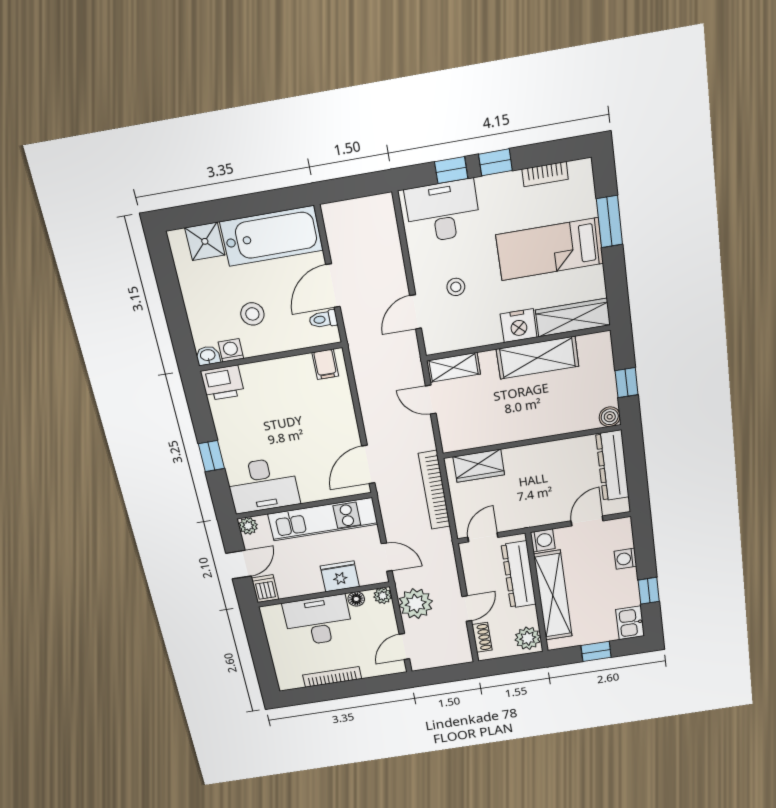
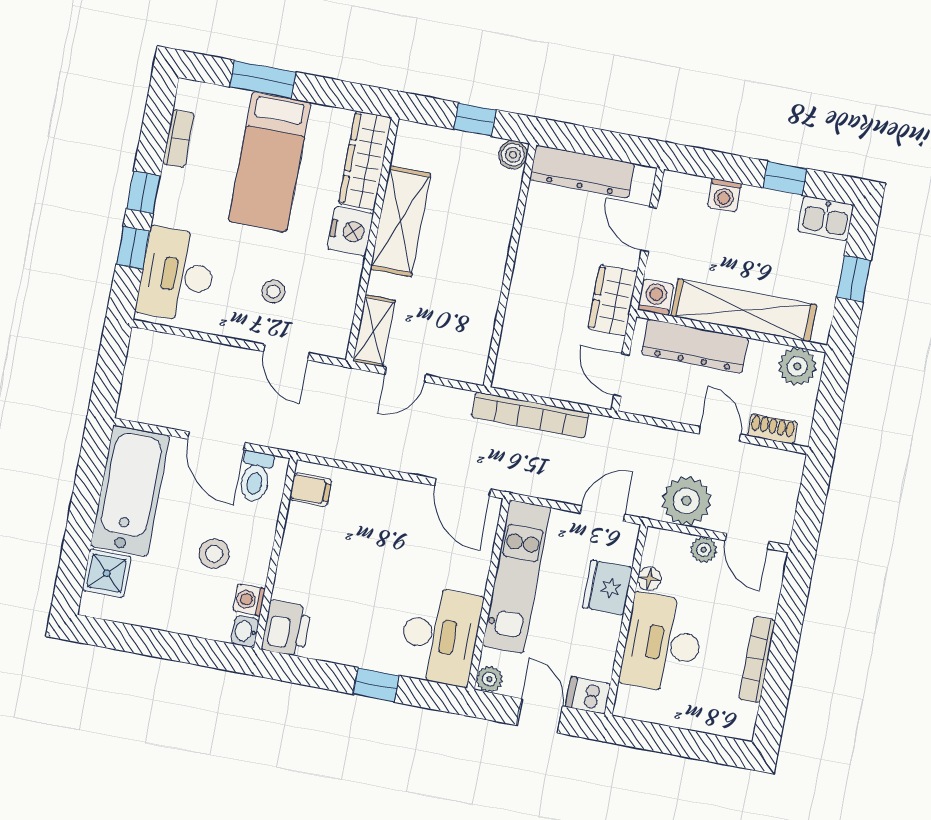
toilet: (323, 319) -> (256, 477), width x1.37, depth x1.39
wardrobe: (479, 466) -> (613, 300), moved, turned 180
plant: (383, 596) -> (704, 550), moved

